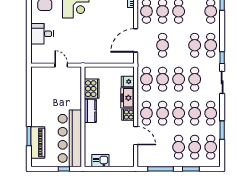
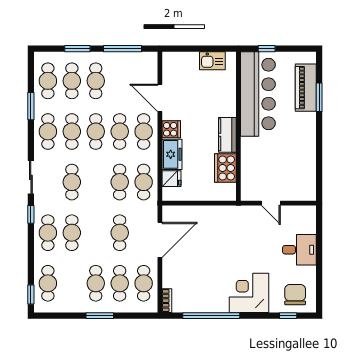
cafe table: (179, 79) -> (96, 182), removed

